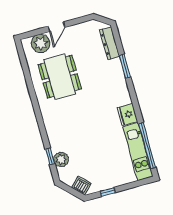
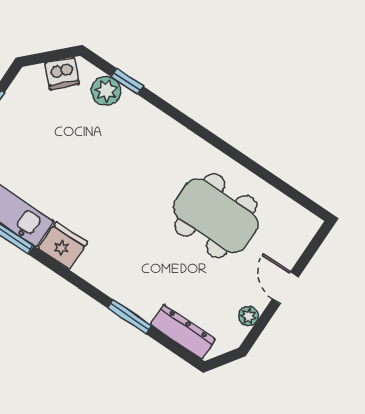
plant: (41, 43) -> (248, 316), moved, width x0.53, depth x0.53
dishwasher: (81, 185) -> (62, 73), moved

